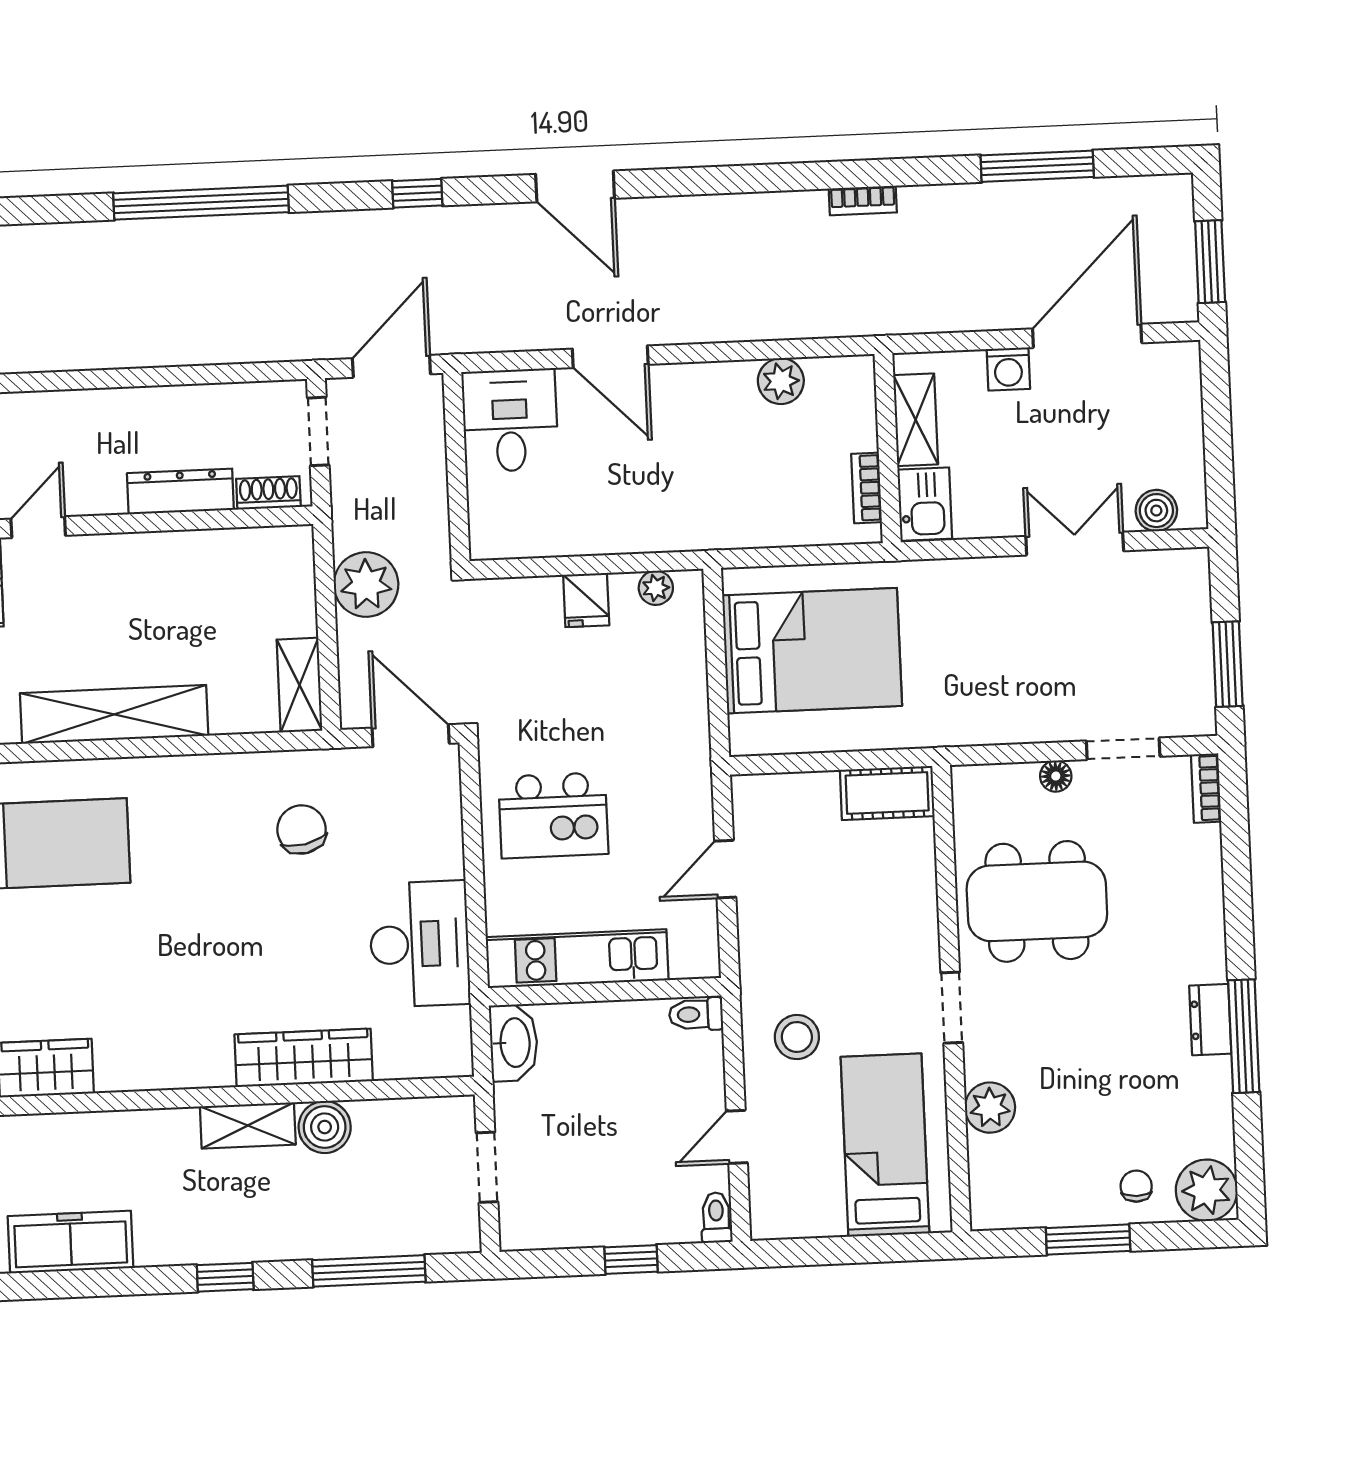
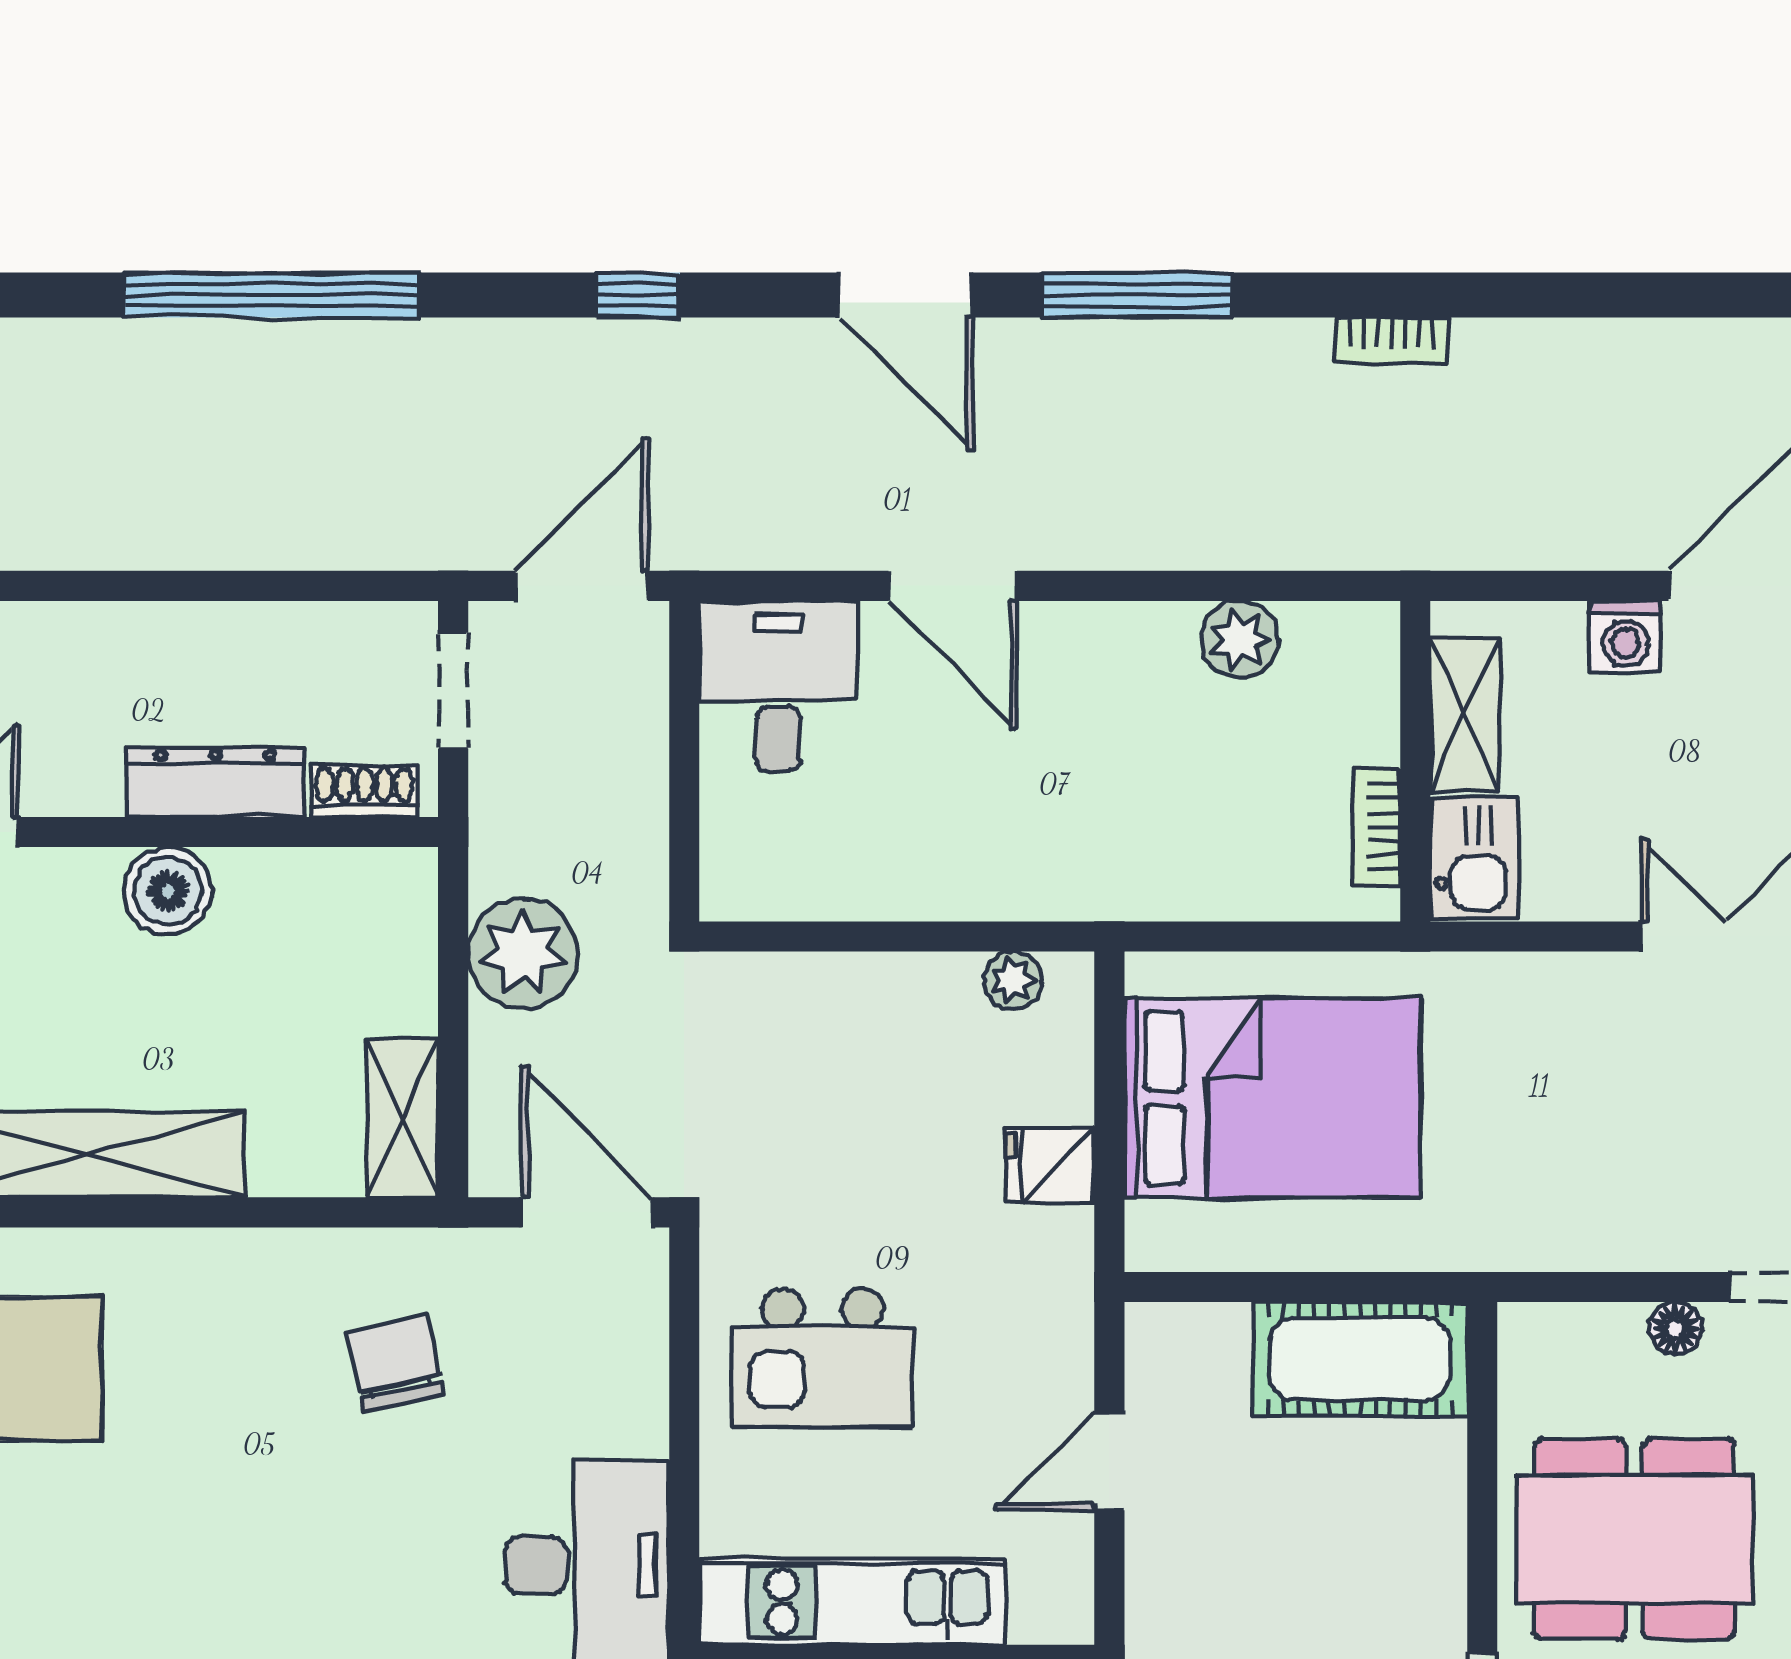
window: (1037, 166) -> (1137, 295), moved
boiler: (155, 557) -> (168, 891), added
fridge: (586, 600) -> (1050, 1165), moved, turned 90
cot: (887, 793) -> (1360, 1359), width x1.37, depth x1.34

